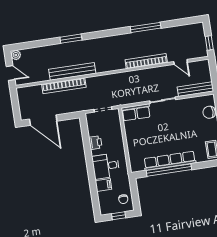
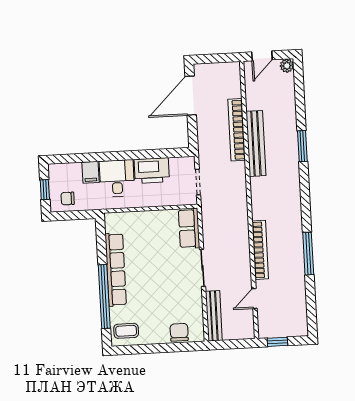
printer: (95, 143) -> (152, 171), width x1.87, depth x1.48
window: (169, 170) -> (104, 297), moved

